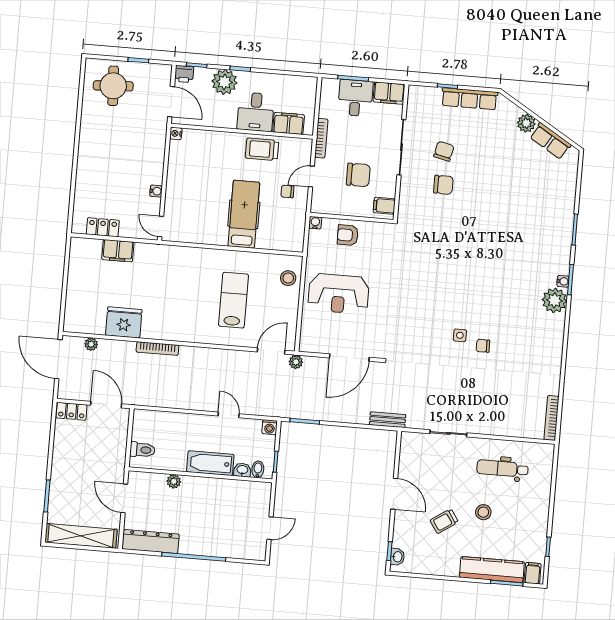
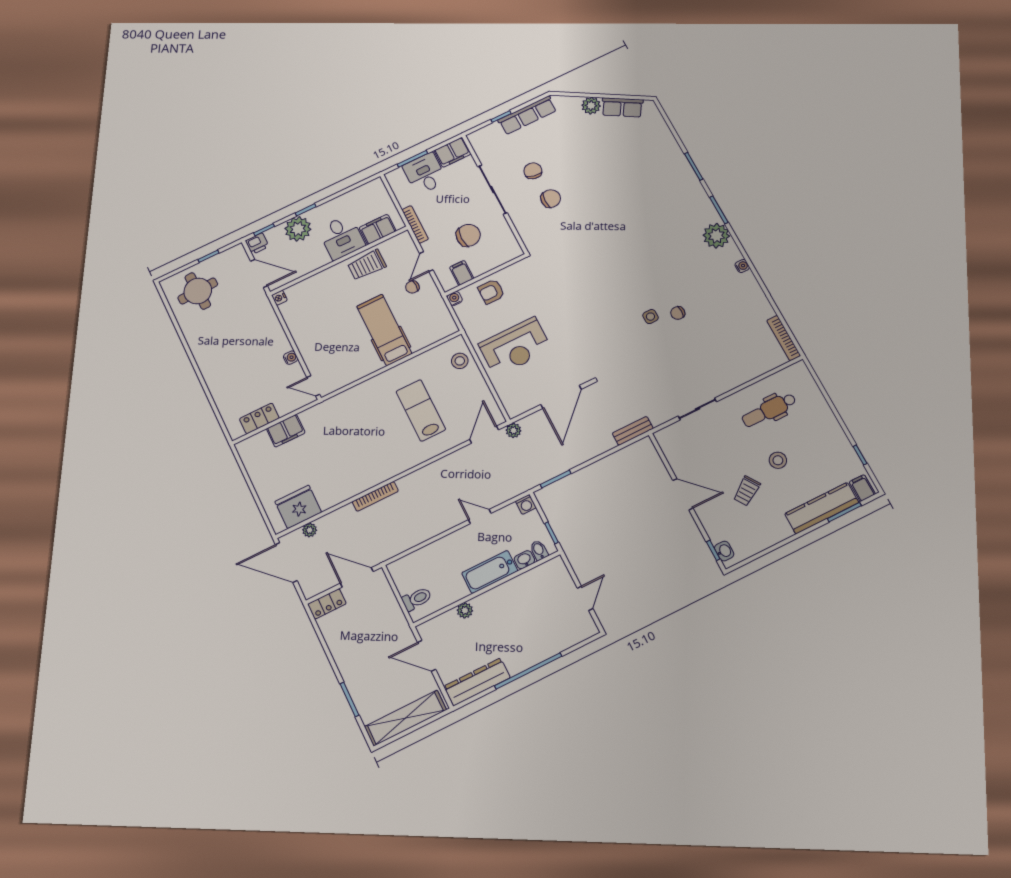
filing cabinet: (384, 206) -> (462, 273), moved, turned 90
water cooler: (563, 281) -> (742, 266), moved
fridge: (124, 322) -> (298, 507), moved

